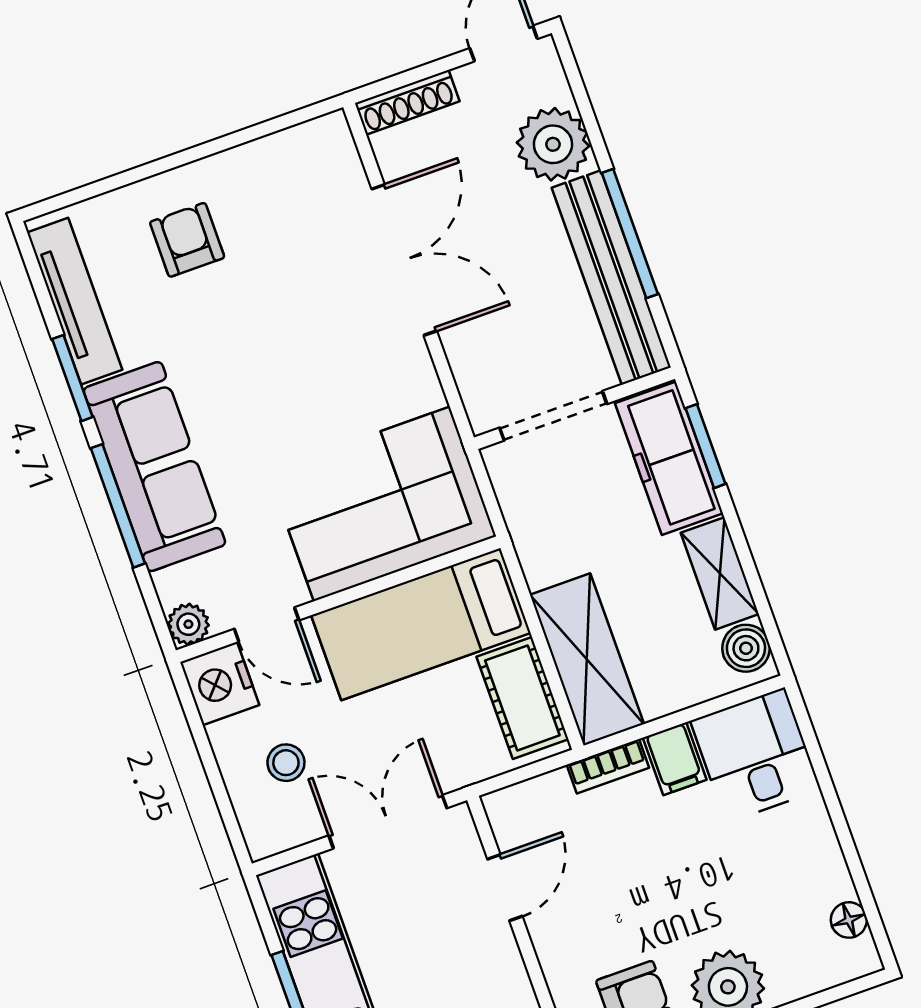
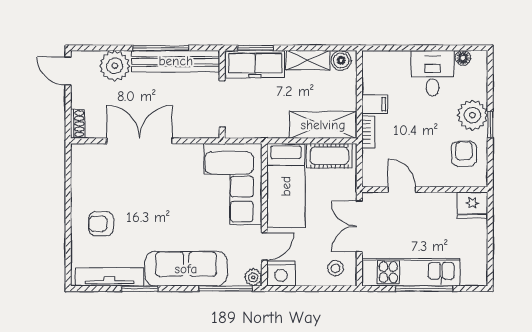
shoe rack: (407, 102) -> (78, 124), width x0.70
window: (118, 506) -> (226, 289), moved
desk: (756, 755) -> (433, 73), moved, turned 90
stool: (286, 763) -> (336, 268), moved

